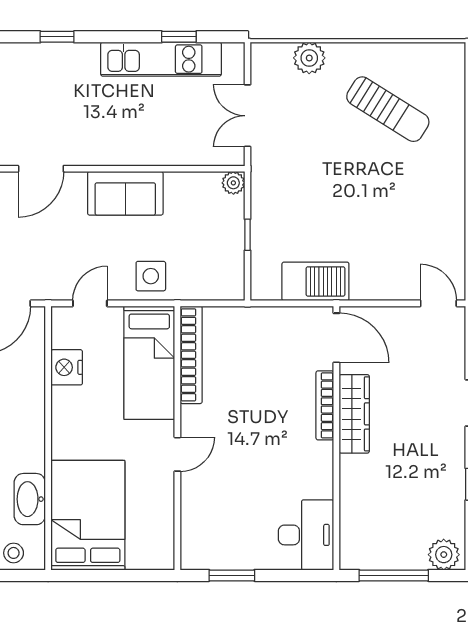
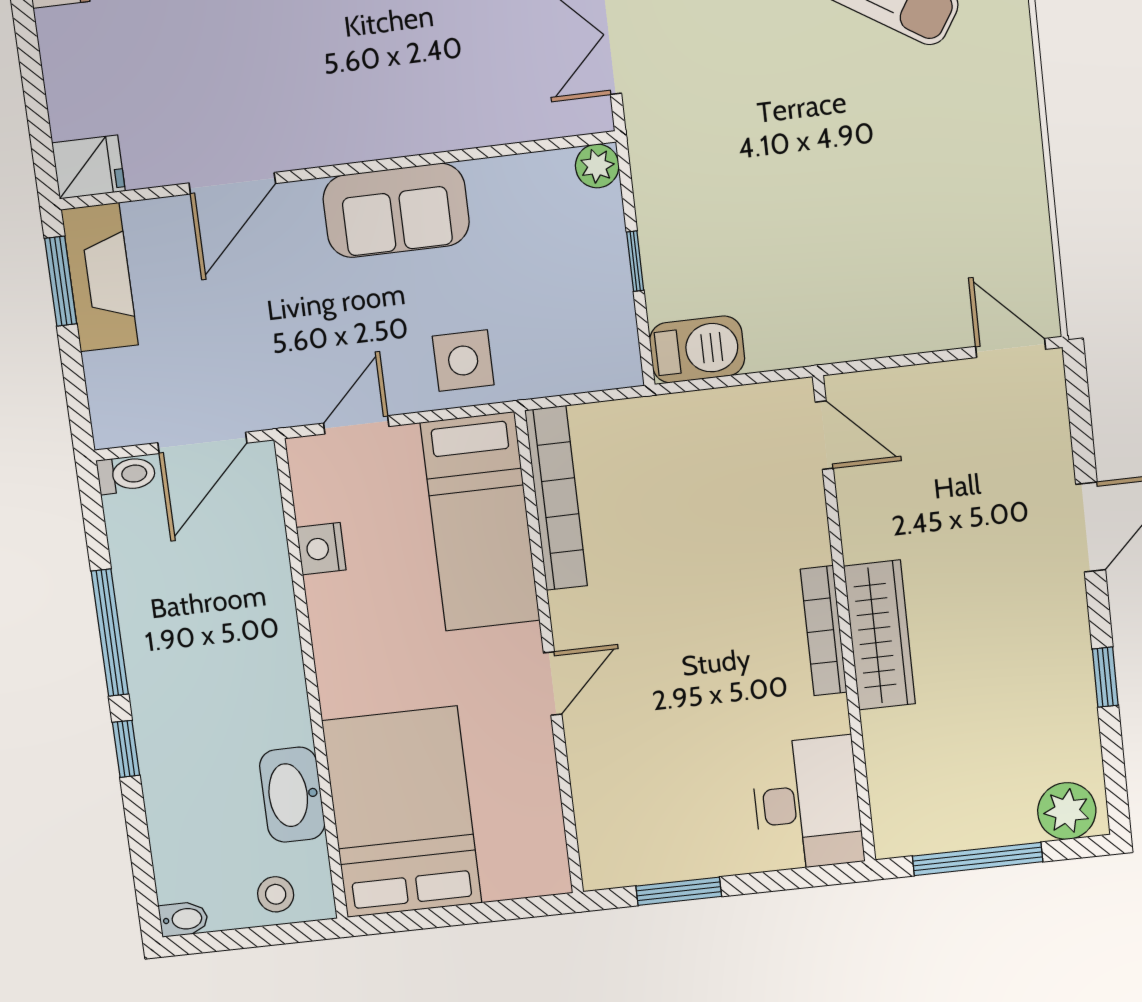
barbecue: (315, 281) -> (697, 349), moved, width x0.73, depth x0.83
door: (336, 338) -> (824, 435), width x0.73
nightstand: (67, 367) -> (321, 549), width x0.74, depth x0.75
bookcase: (325, 405) -> (824, 631), moved
wardrobe: (354, 414) -> (880, 635), moved

